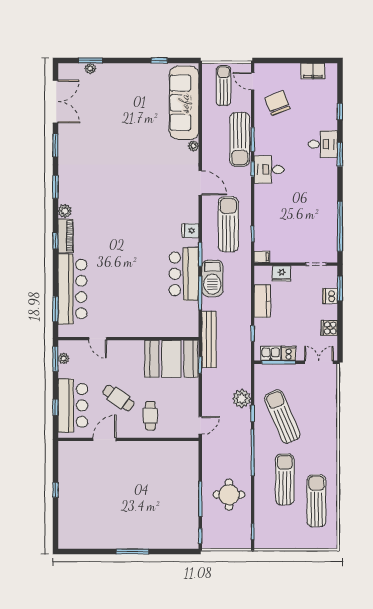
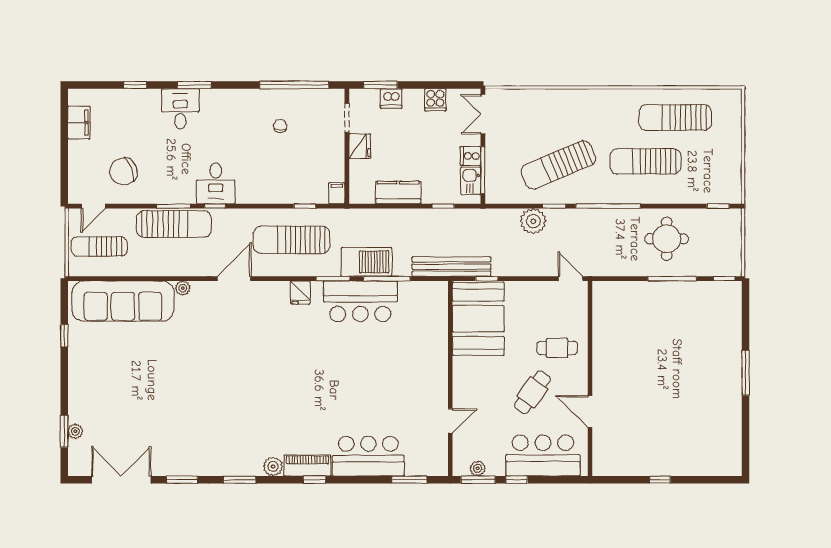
chair: (310, 216) -> (280, 126), added
fridge: (282, 273) -> (360, 146), moved
bar counter: (72, 289) -> (368, 456), width x0.73
window: (55, 407) -> (517, 480), moved

